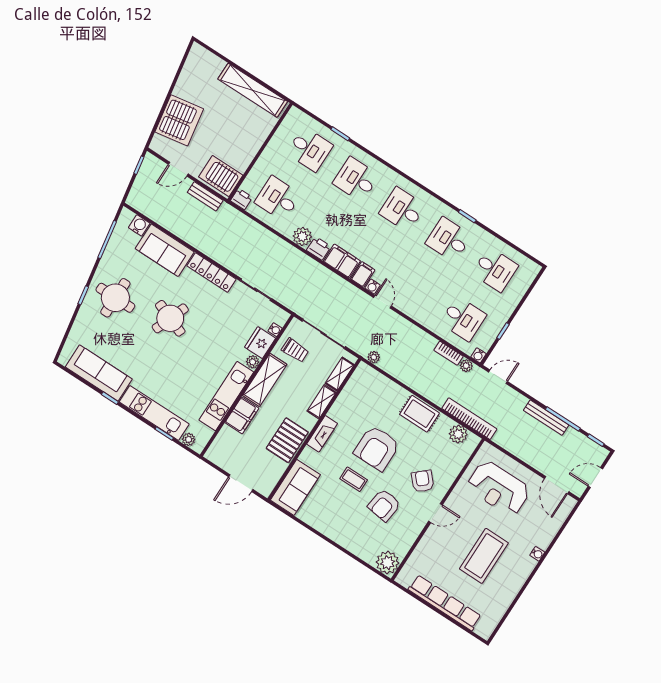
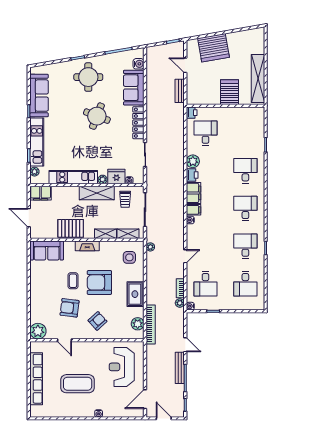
desk: (310, 149) -> (245, 133), removed
server rack: (221, 176) -> (230, 92), moved
door: (383, 302) -> (185, 256), moved
door: (498, 377) -> (185, 345), moved
side table: (370, 391) -> (129, 257), added
filing cabinet: (242, 415) -> (41, 193), moved
door: (436, 513) -> (65, 340), moved

